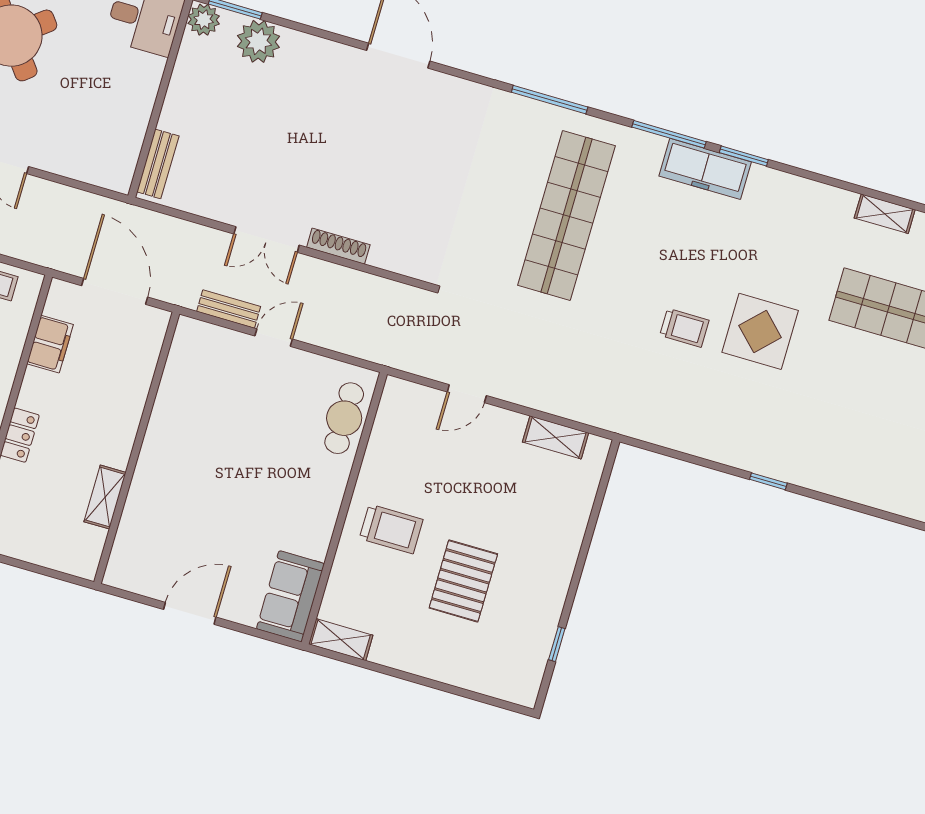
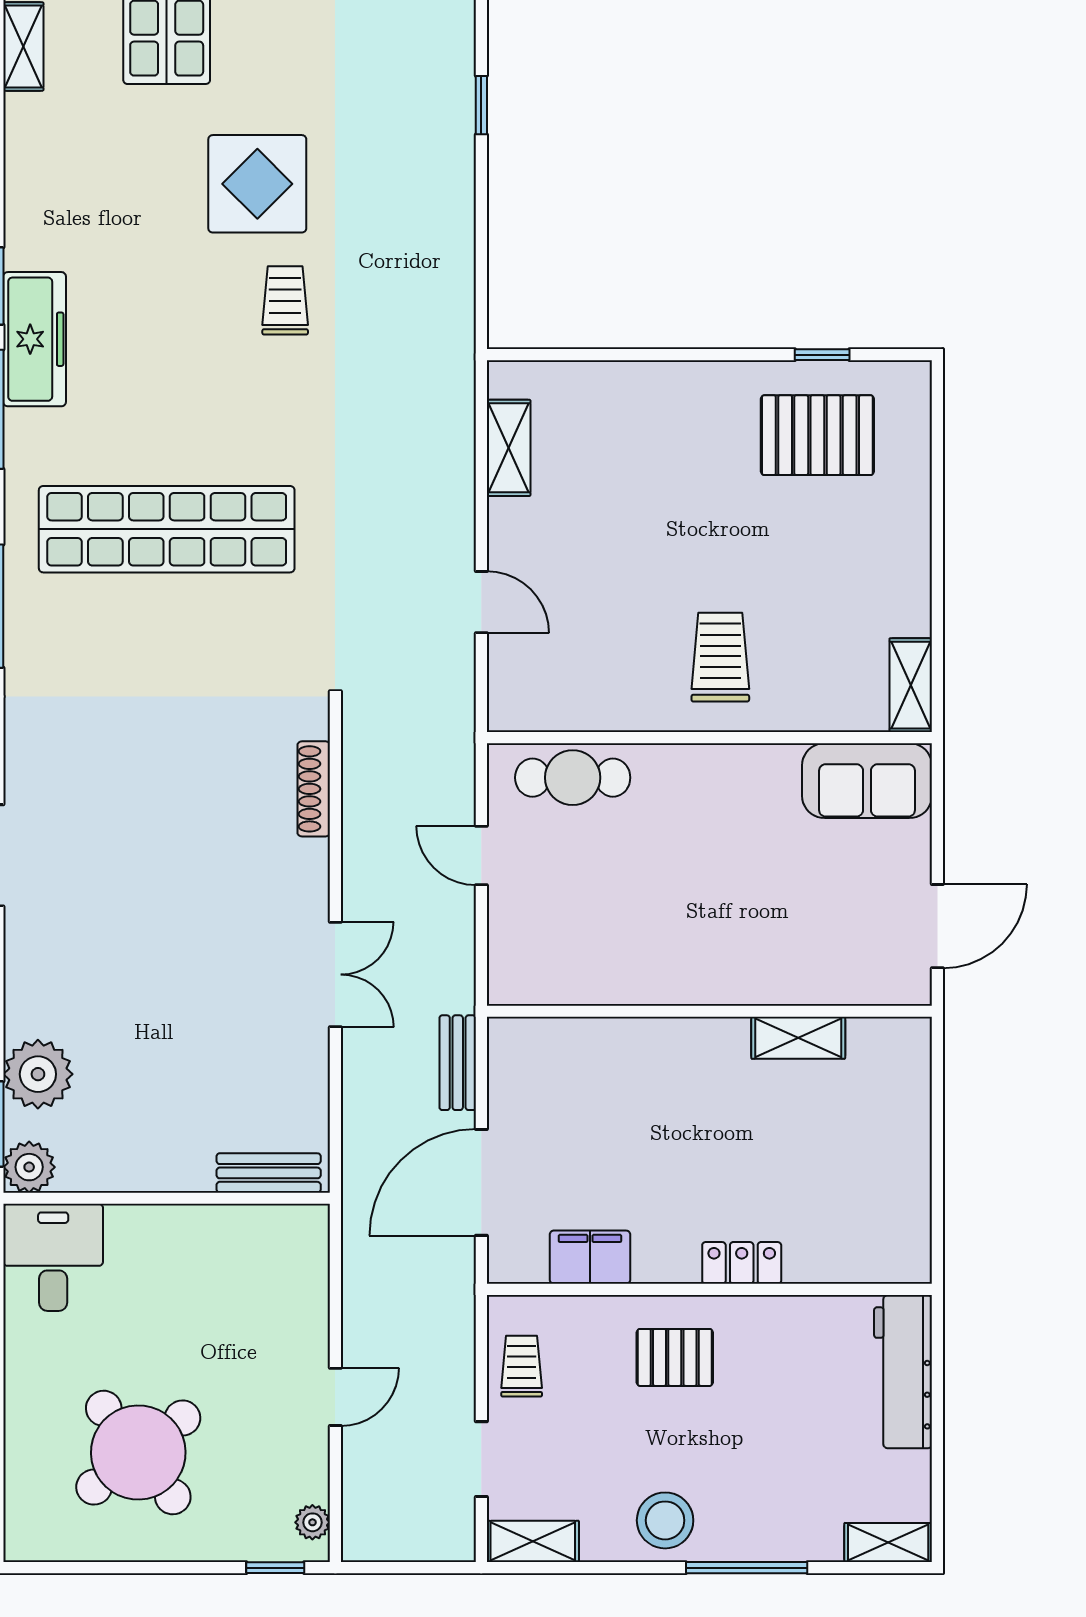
shoe rack: (338, 246) -> (314, 789), moved
bench: (229, 309) -> (458, 1063), moved
door: (274, 338) -> (481, 856), moved
wall: (137, 448) -> (709, 1011), moved
shelving: (105, 497) -> (798, 1038), moved
pallet: (463, 581) -> (817, 435), moved
door: (190, 613) -> (937, 926), swing flipped

